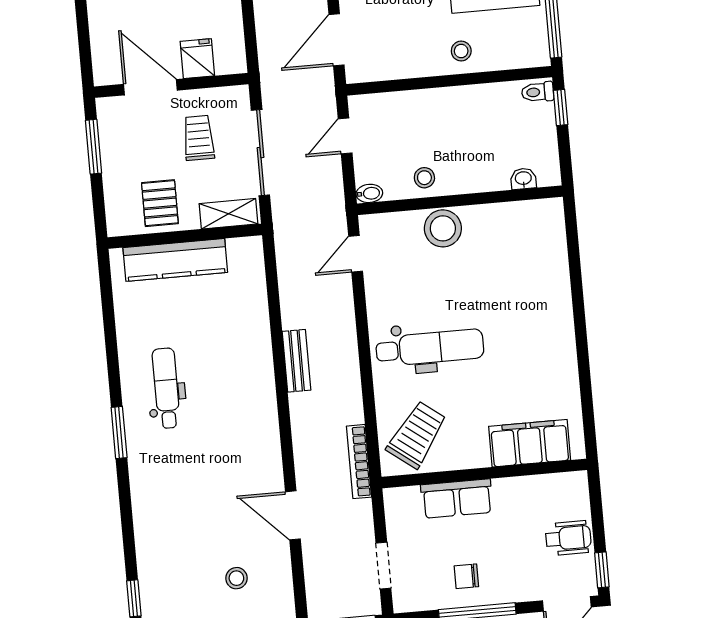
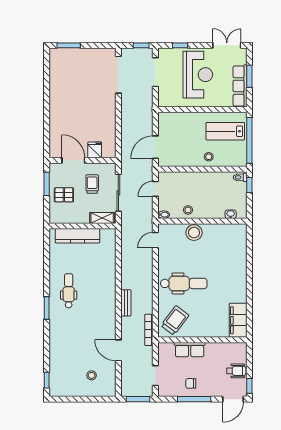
pallet: (160, 203) -> (64, 195), moved, turned 90
bench: (296, 361) -> (126, 303), moved
filing cabinet: (530, 443) -> (238, 320), moved, turned -90

